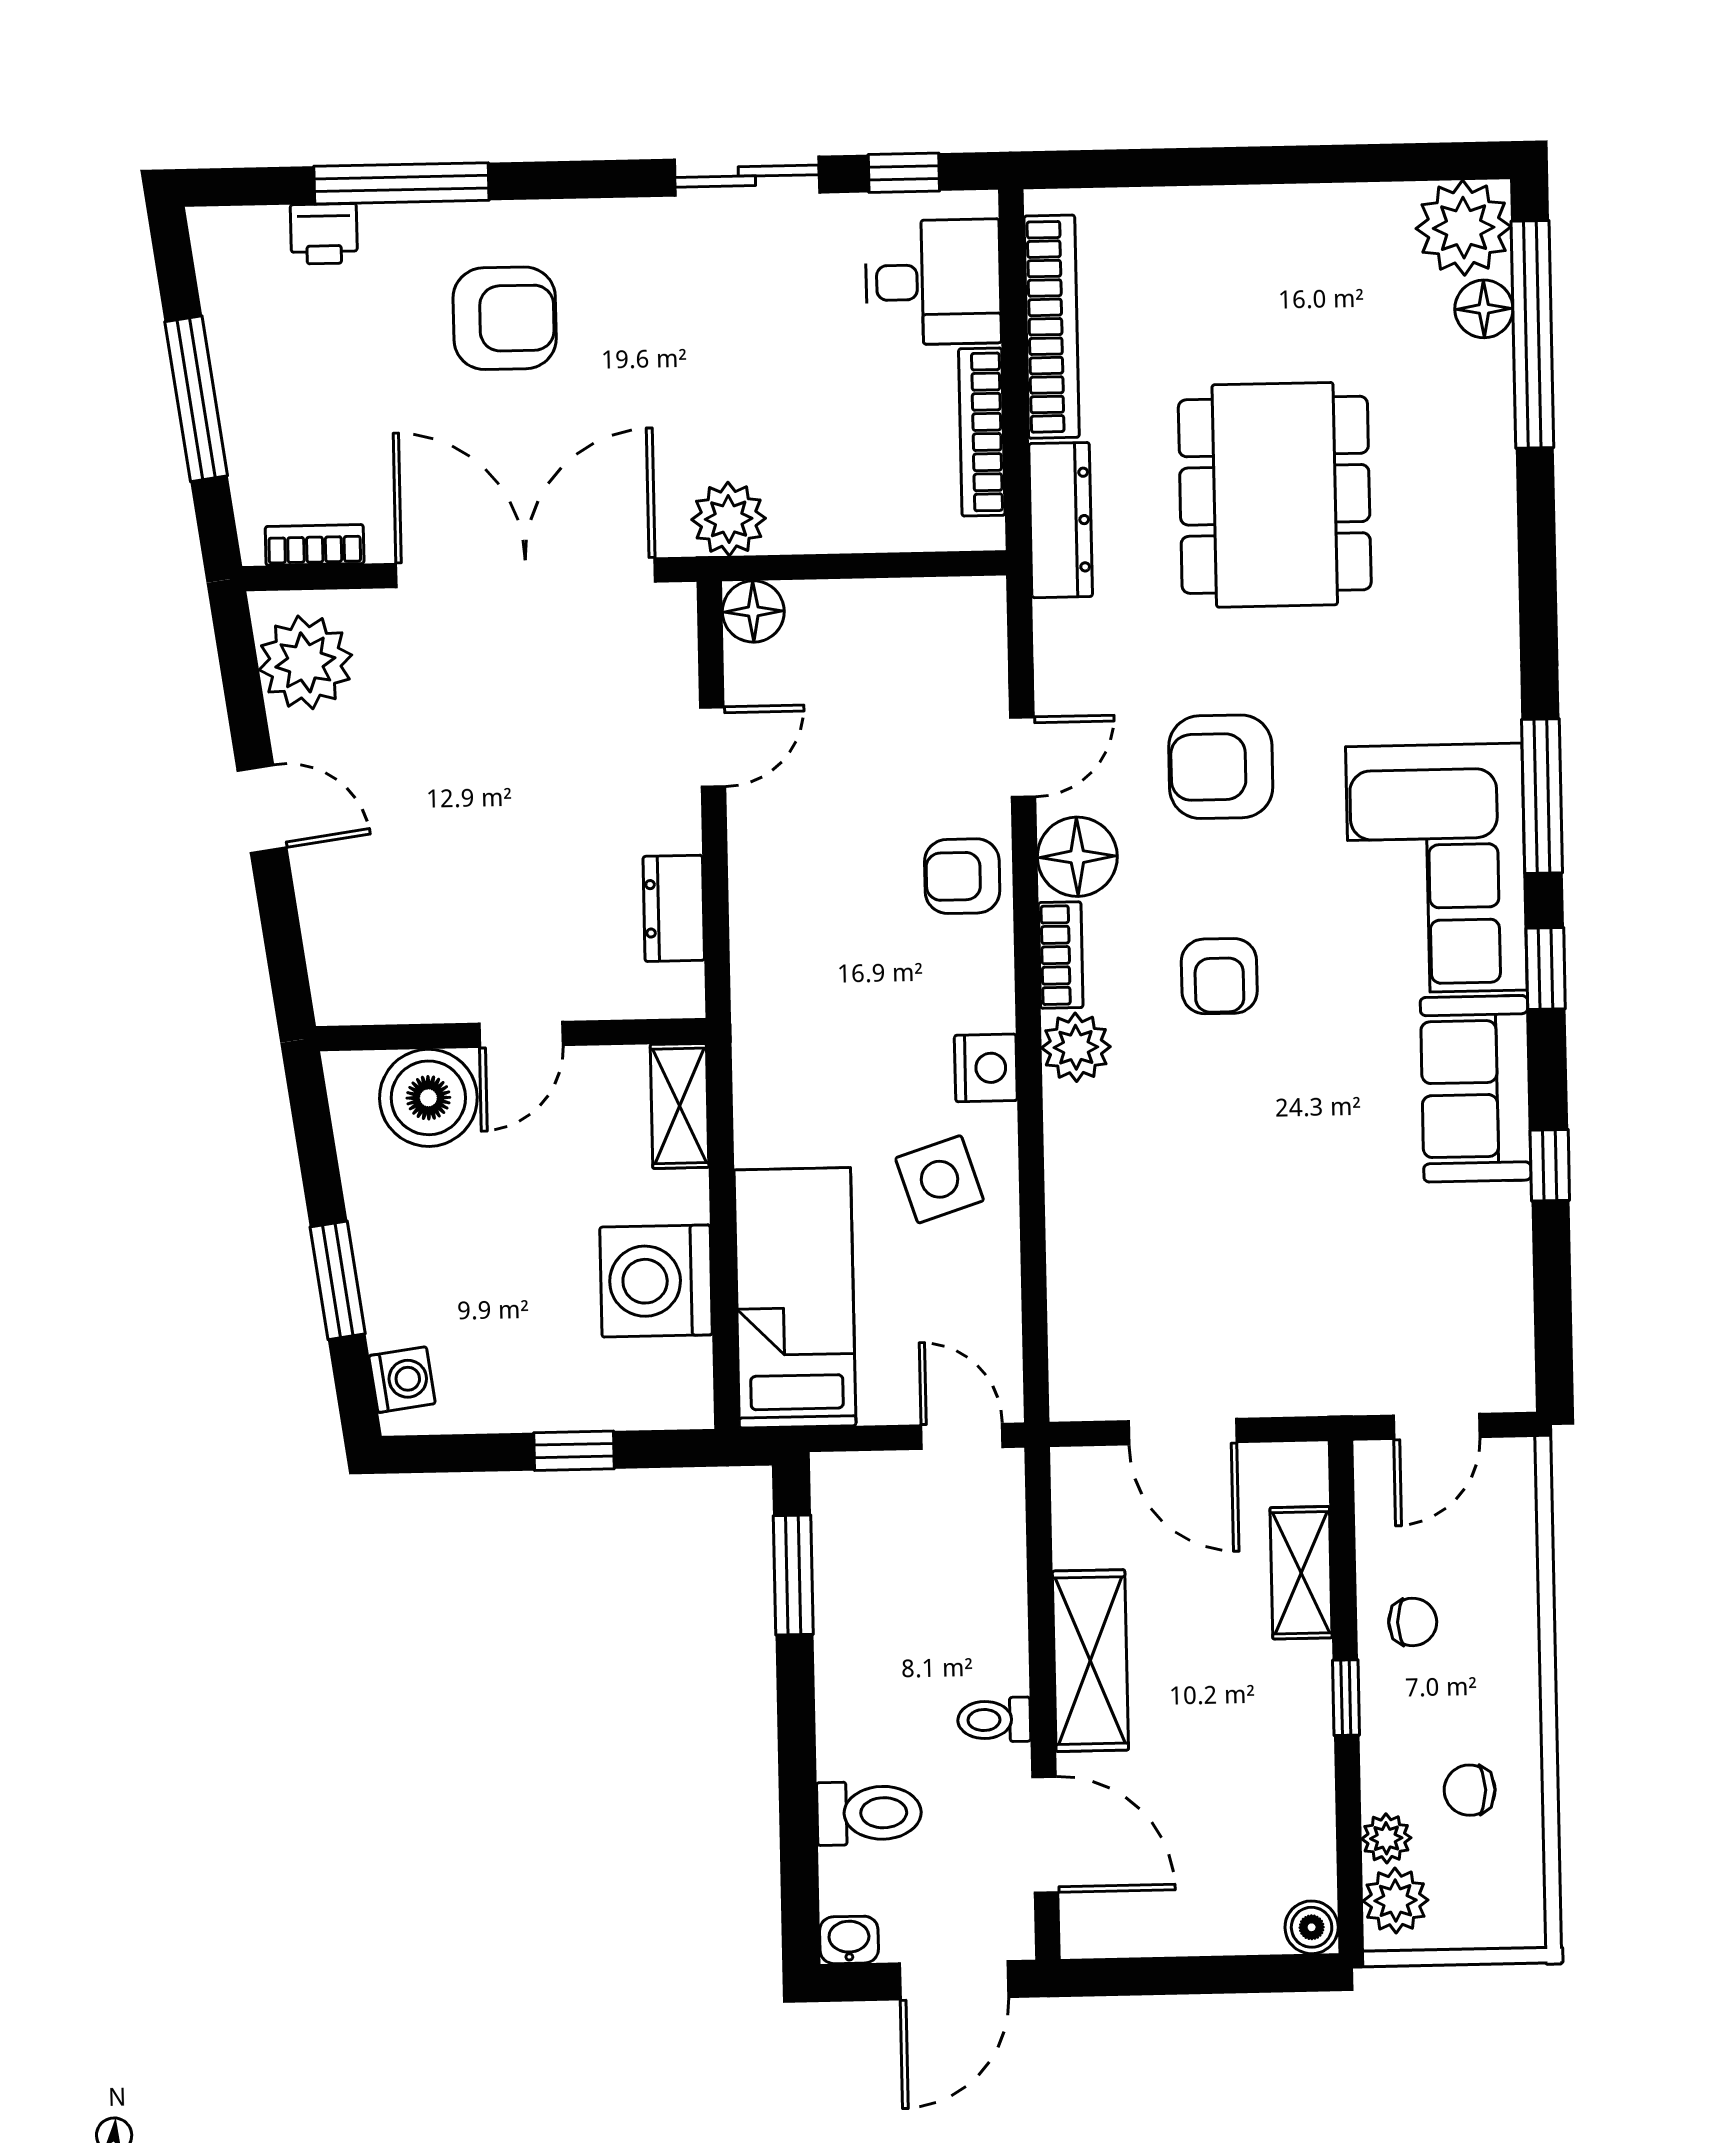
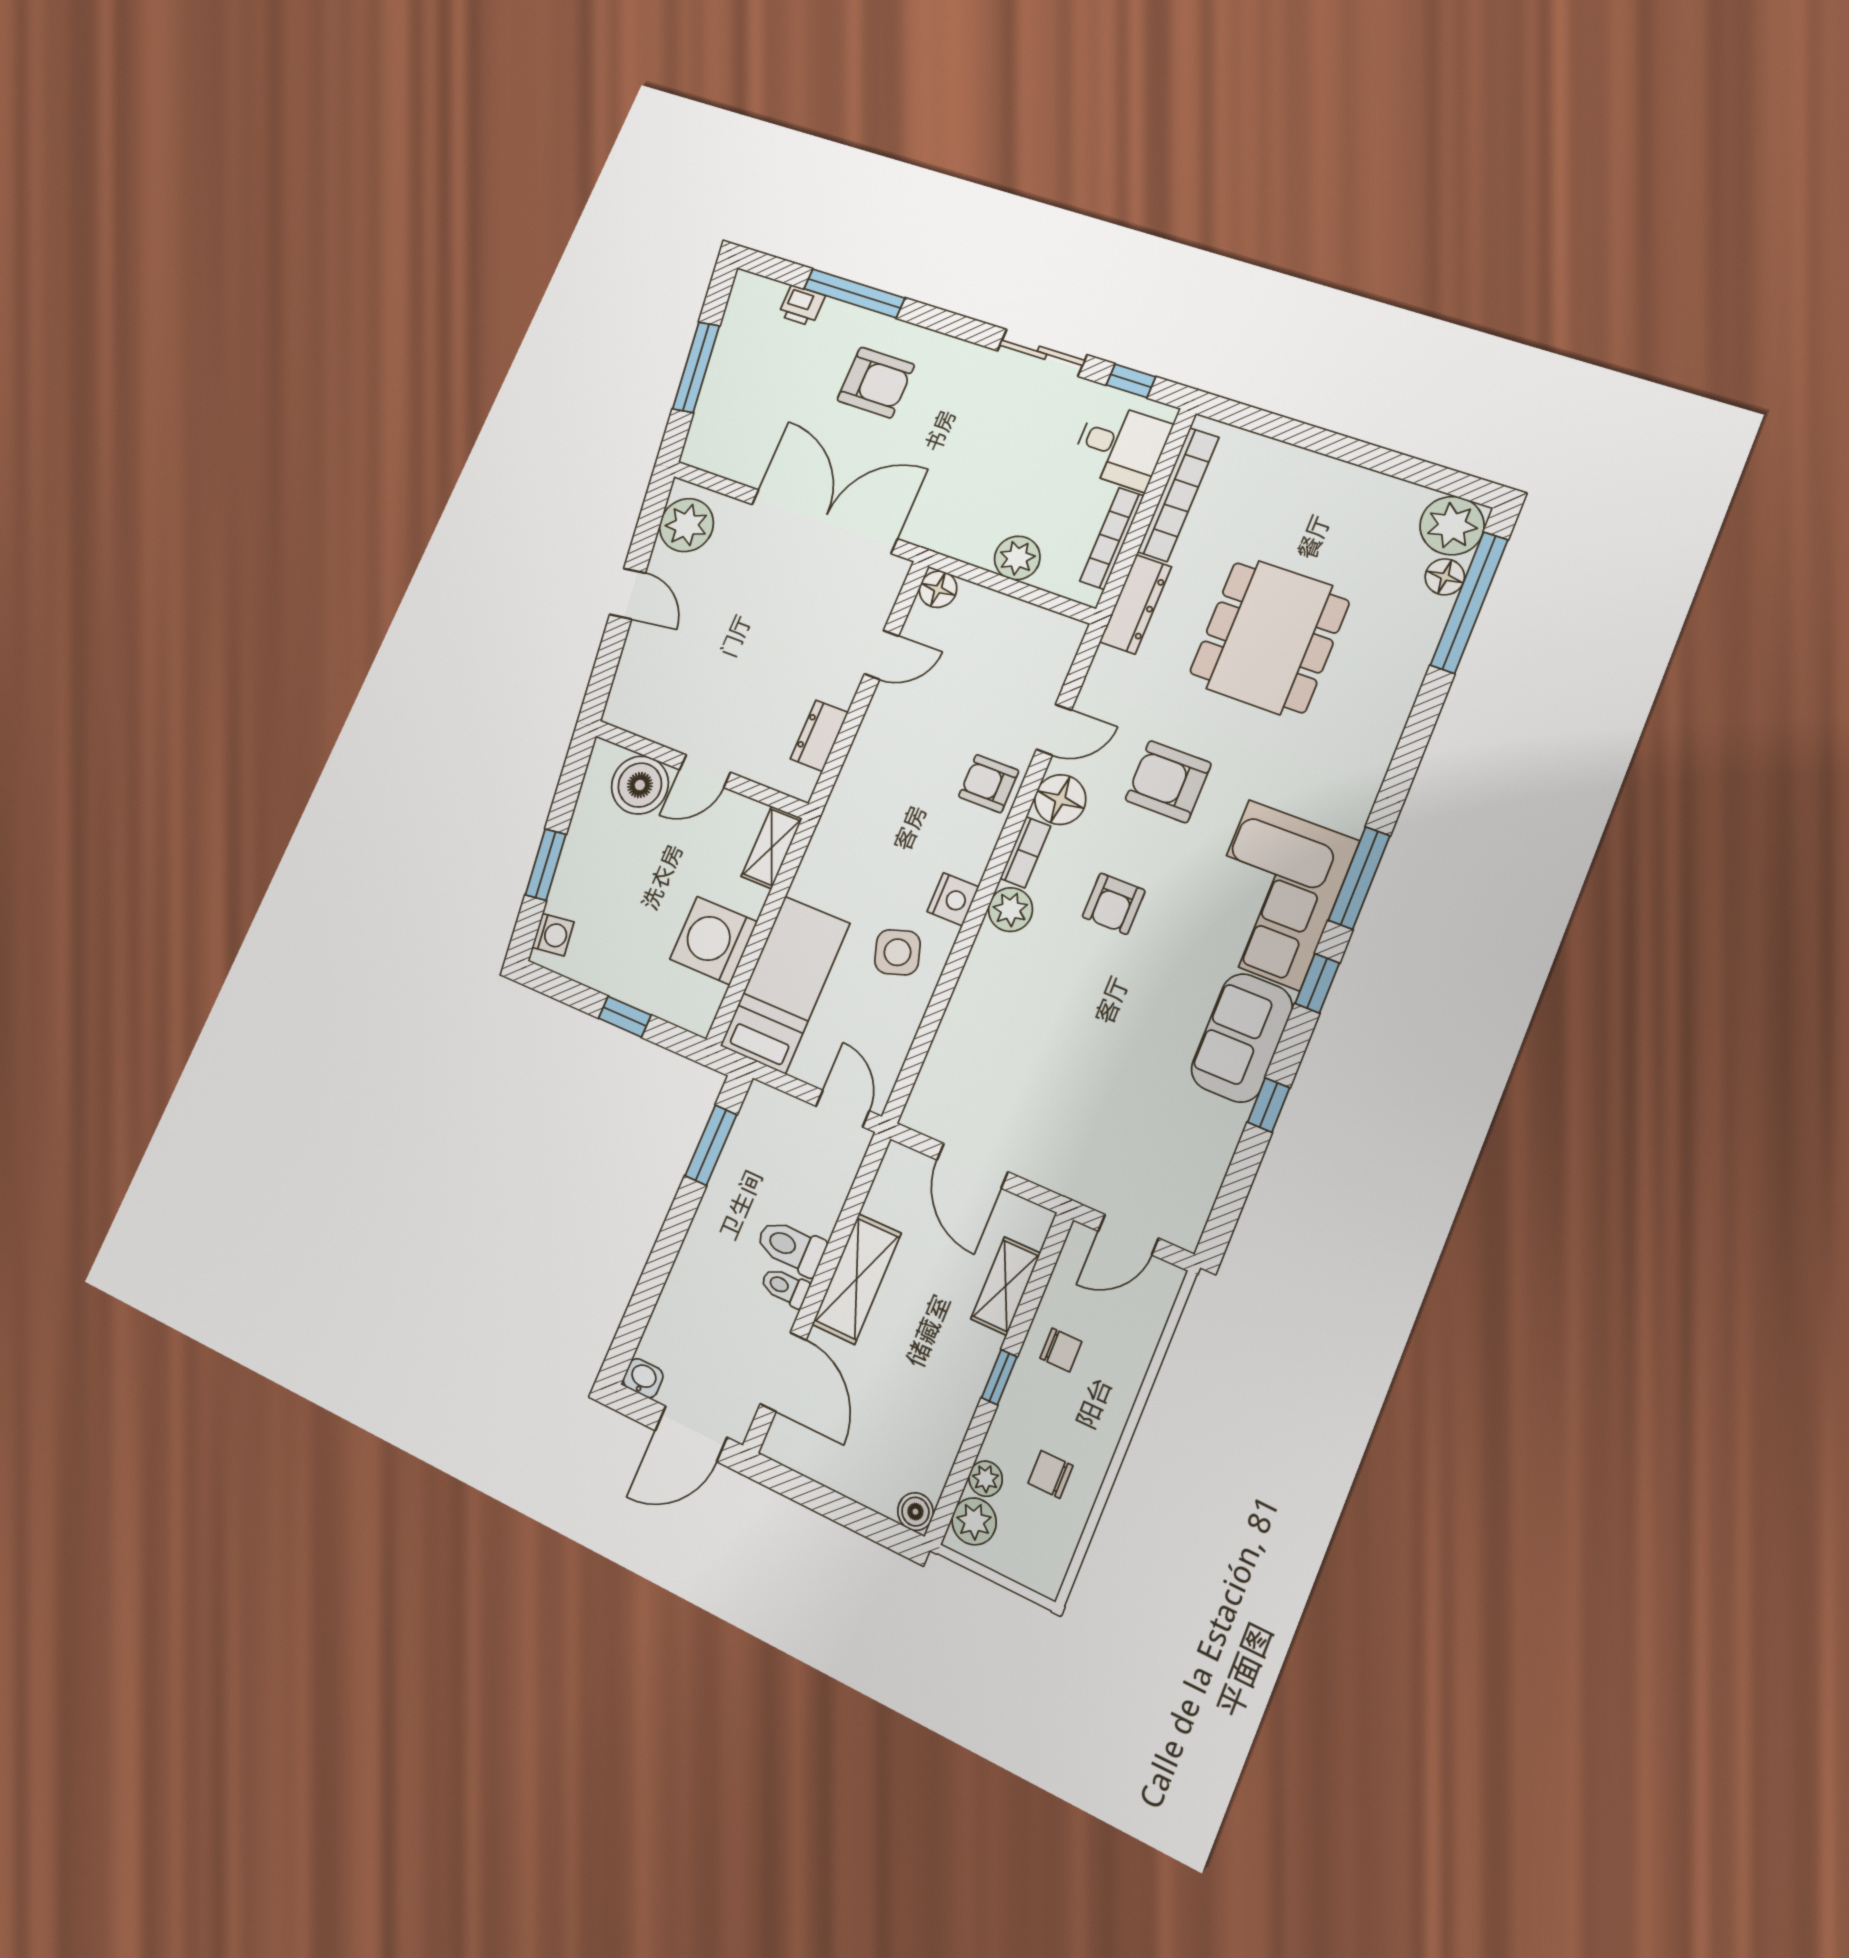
plant: (729, 519) -> (1017, 558), moved
bookcase: (315, 545) -> (720, 465), removed
toilet: (869, 1813) -> (791, 1247), moved, turned 180

